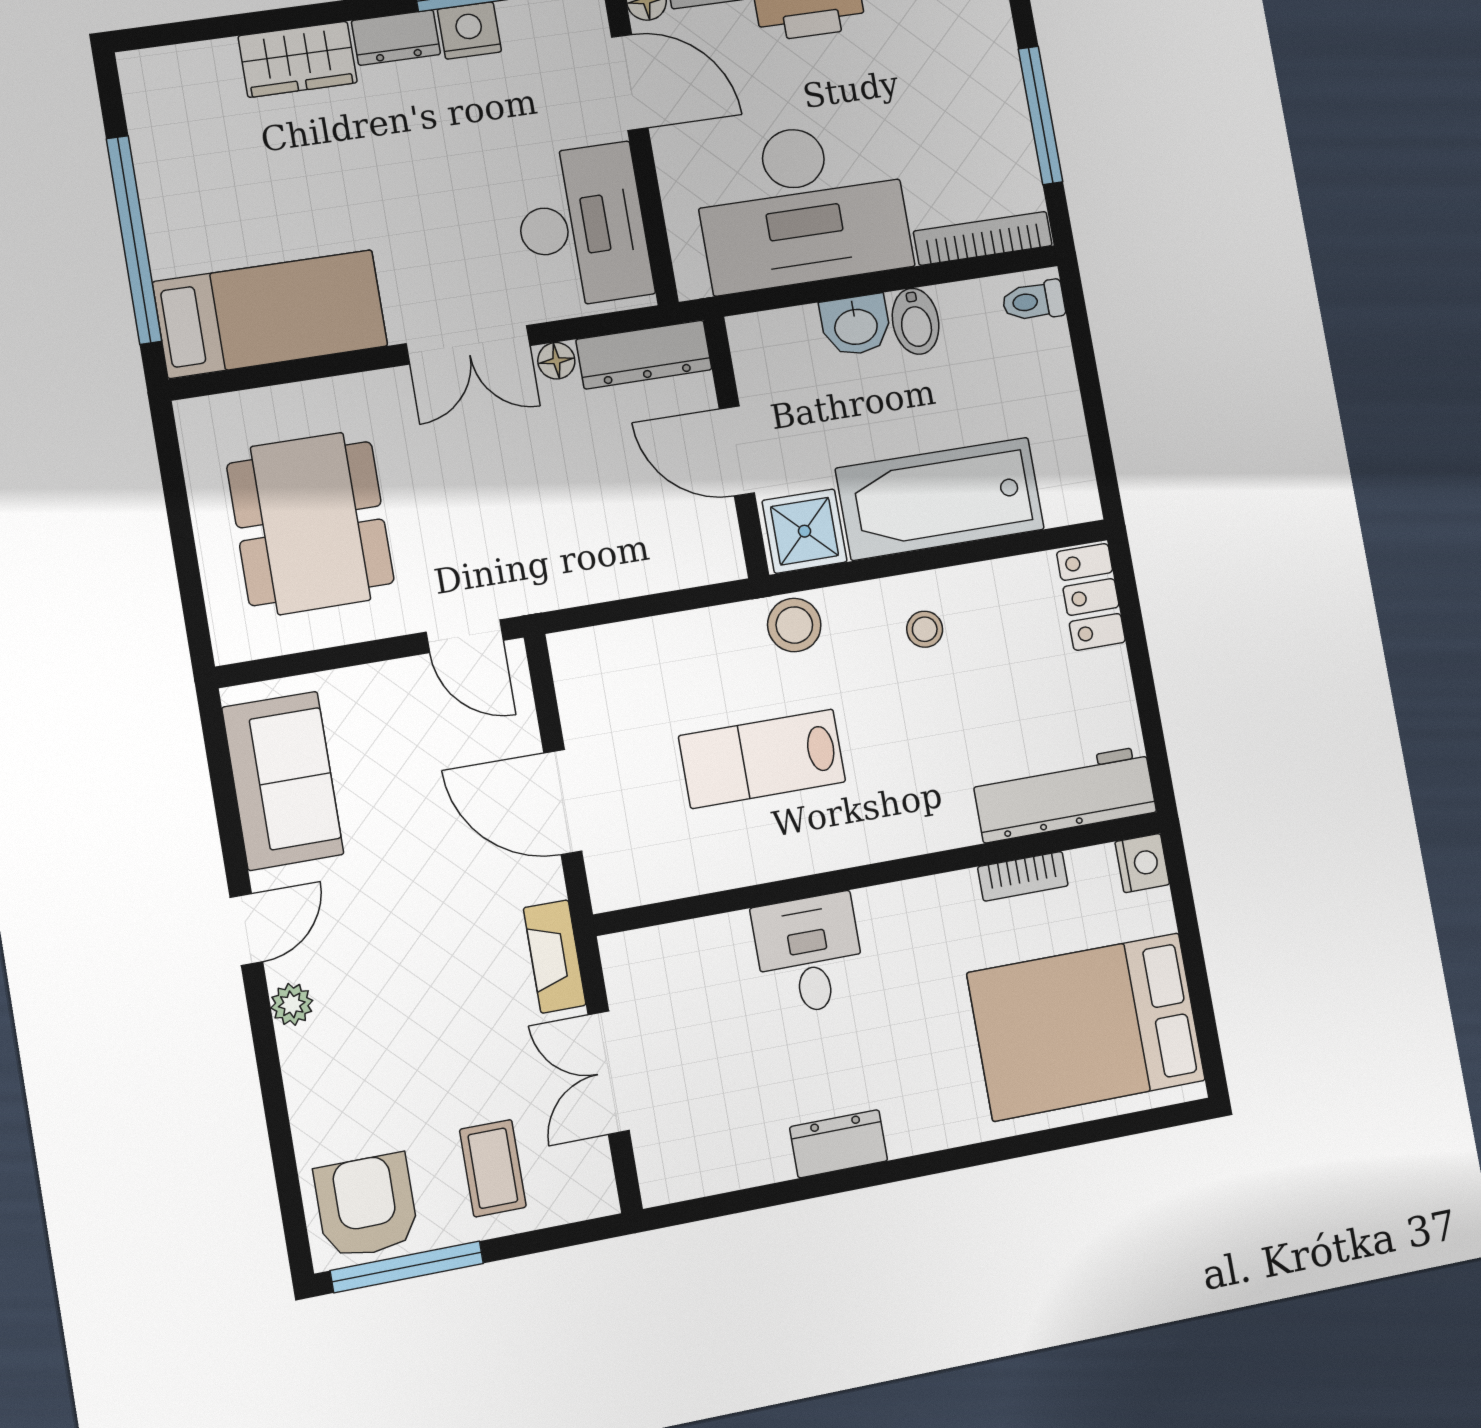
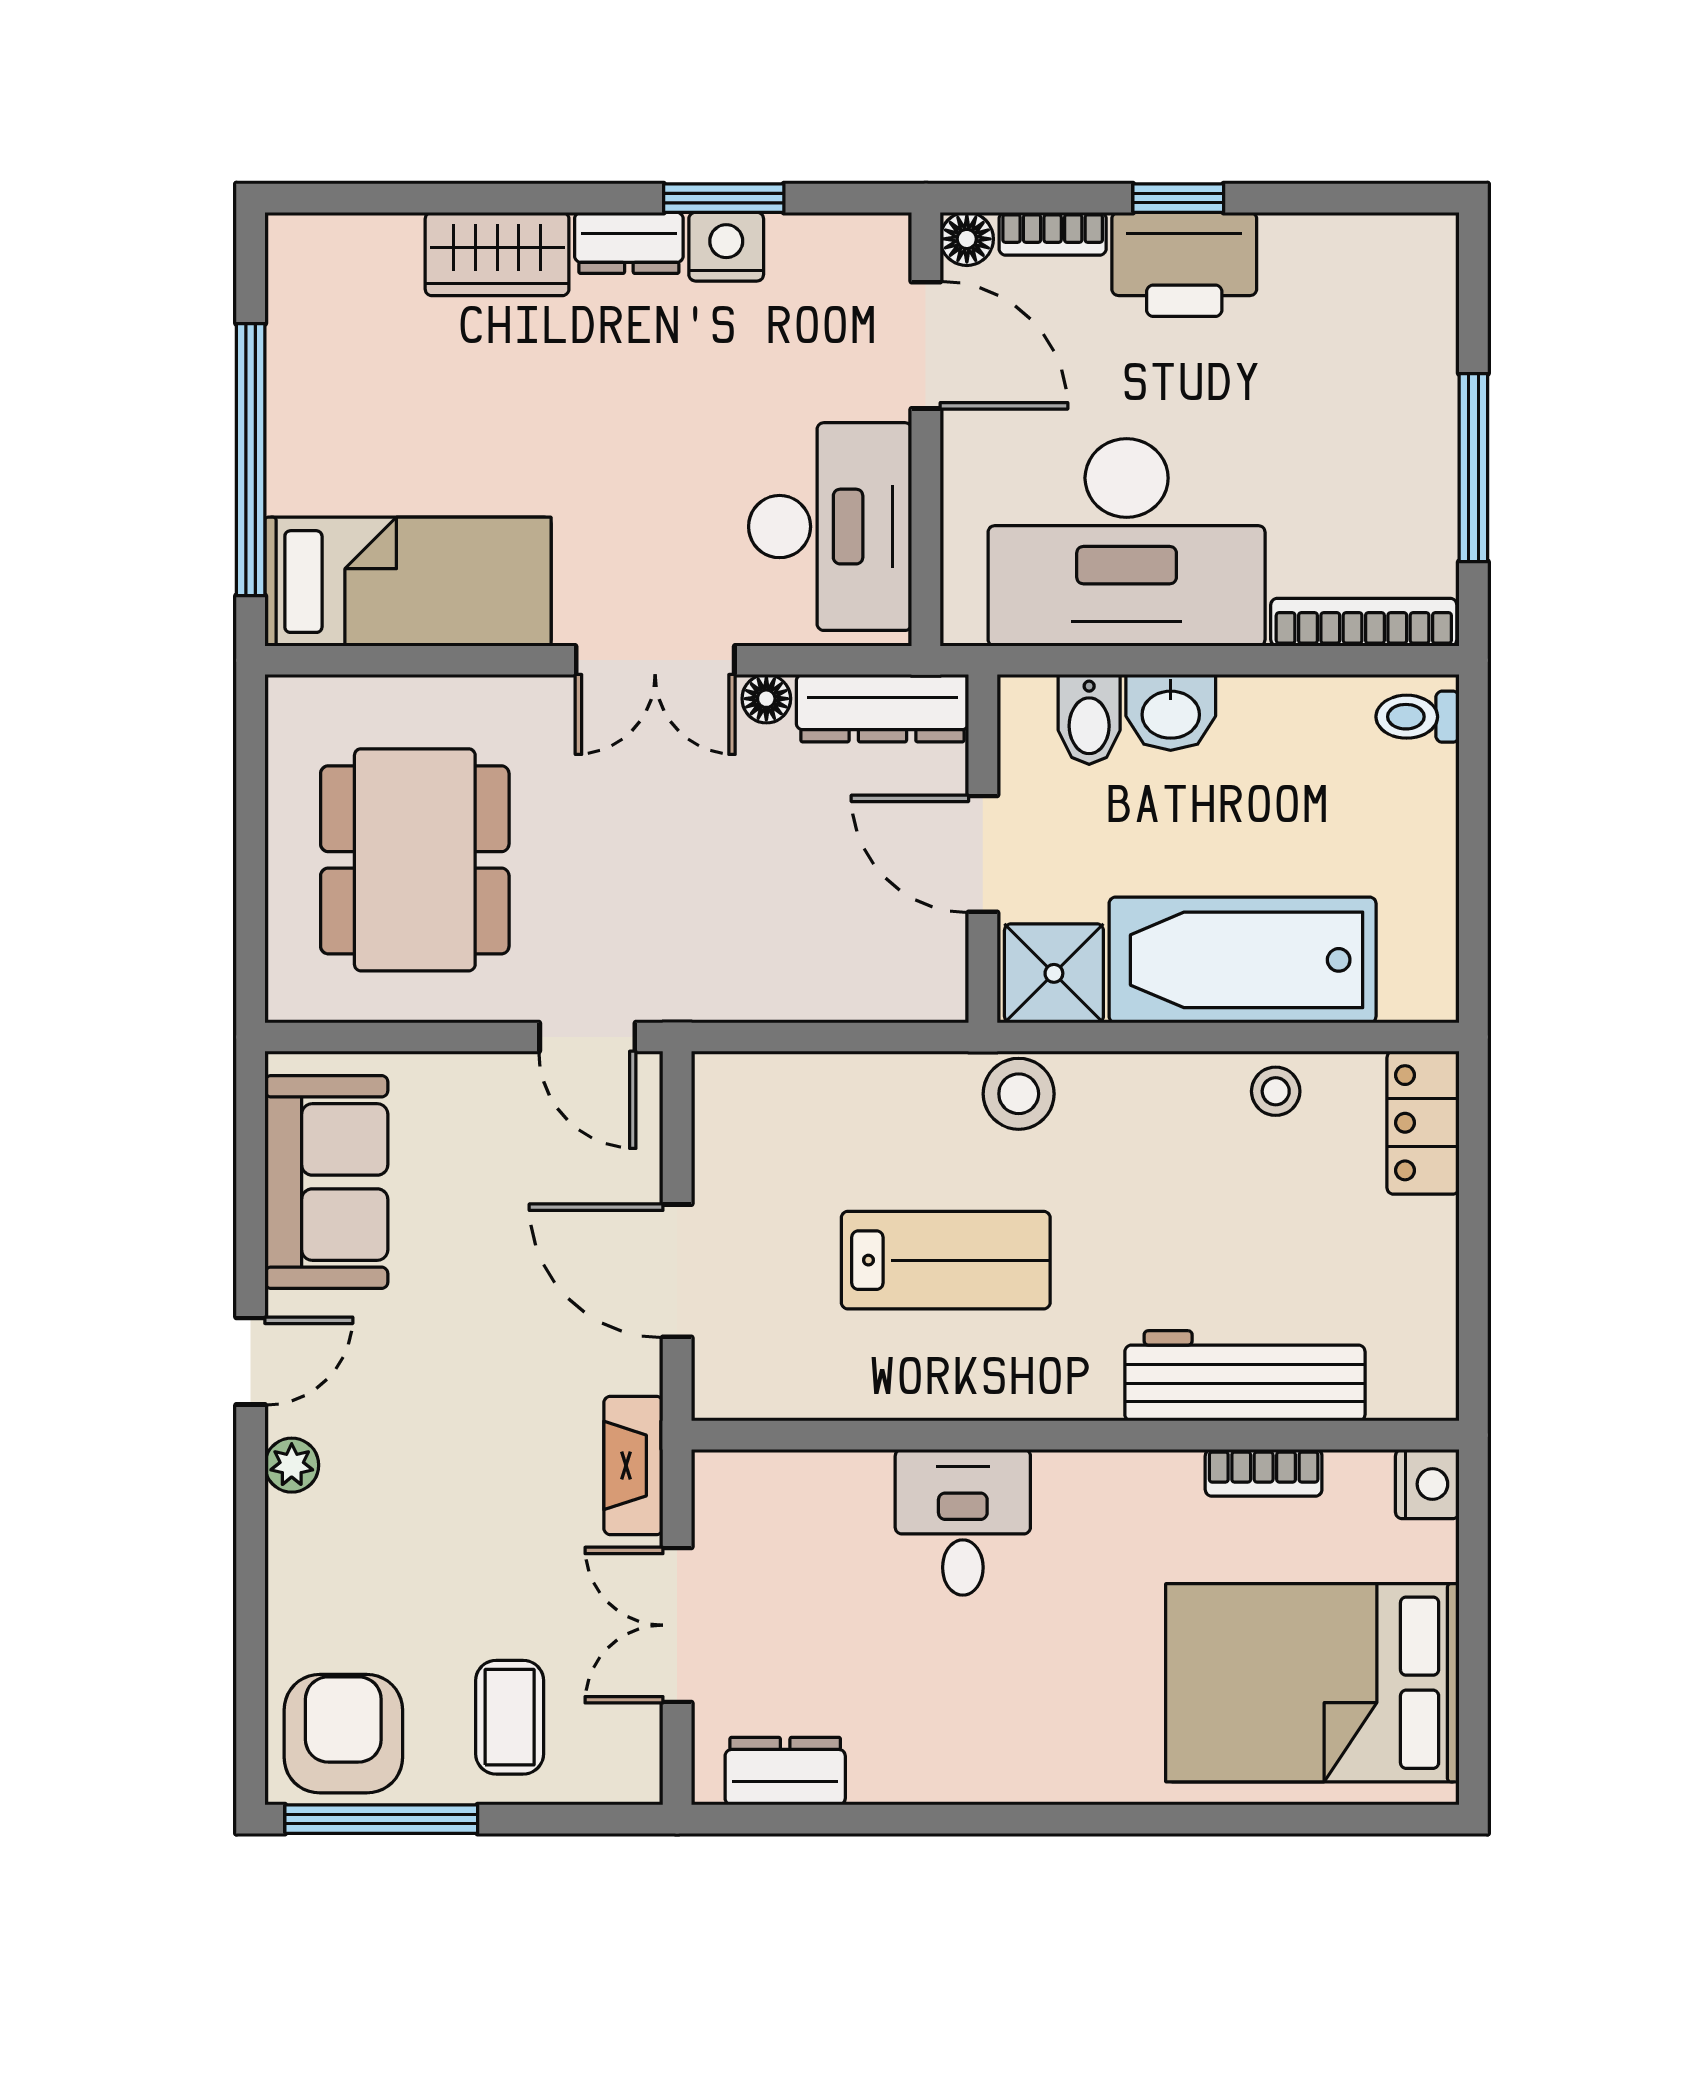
bidet: (916, 321) -> (1089, 719), moved
stool: (925, 629) -> (1276, 1091), moved
lab bench: (762, 759) -> (946, 1260), turned 180
workbench: (1064, 794) -> (1245, 1376), moved
dresser: (839, 1144) -> (785, 1771), moved

